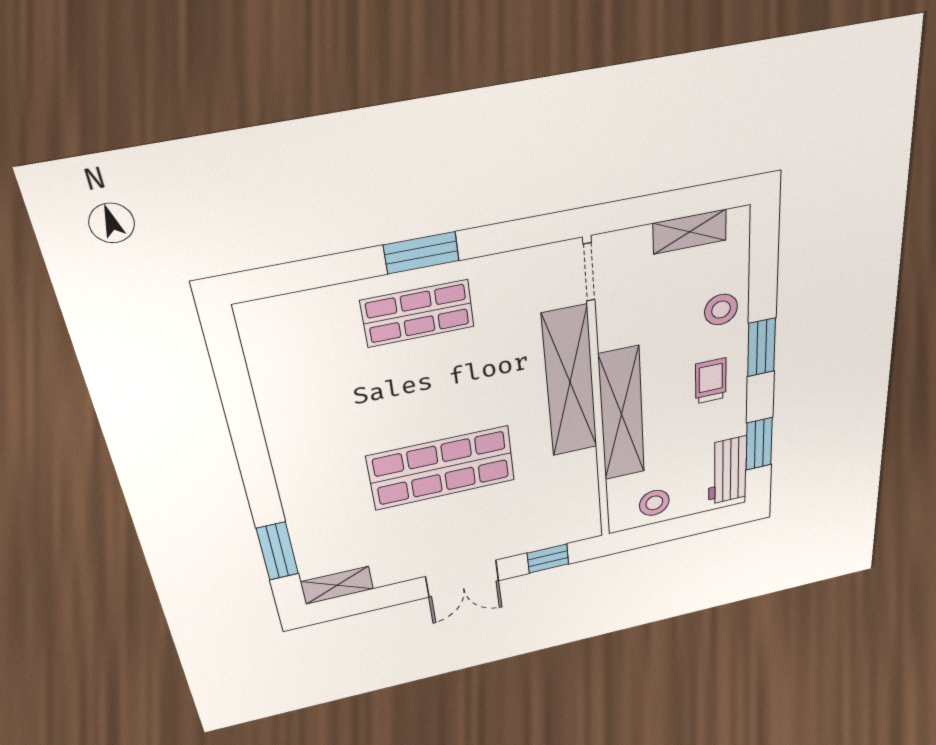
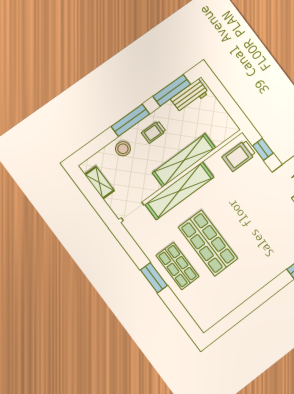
window: (761, 347) -> (130, 120), width x1.44
window: (759, 444) -> (172, 90), width x1.44
shop shelf: (441, 468) -> (208, 243), moved
stool: (654, 503) -> (218, 119), removed
trolley: (564, 514) -> (239, 156), added

